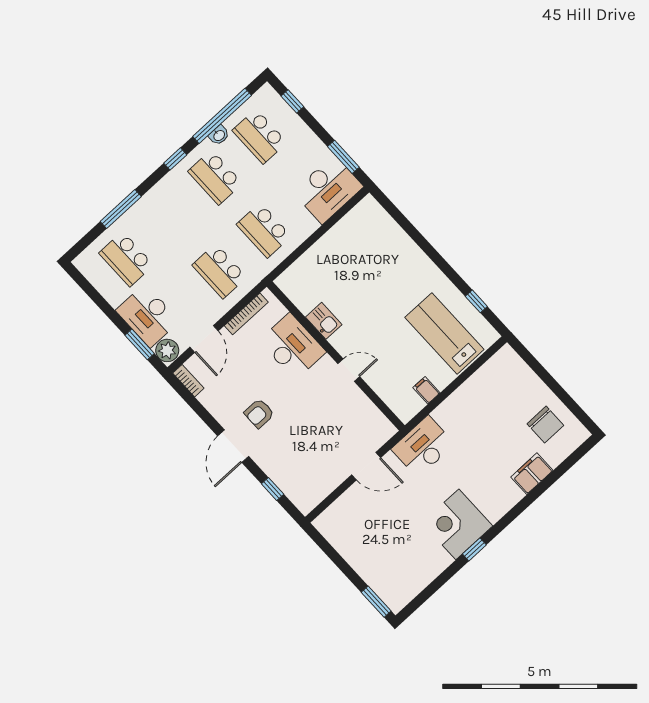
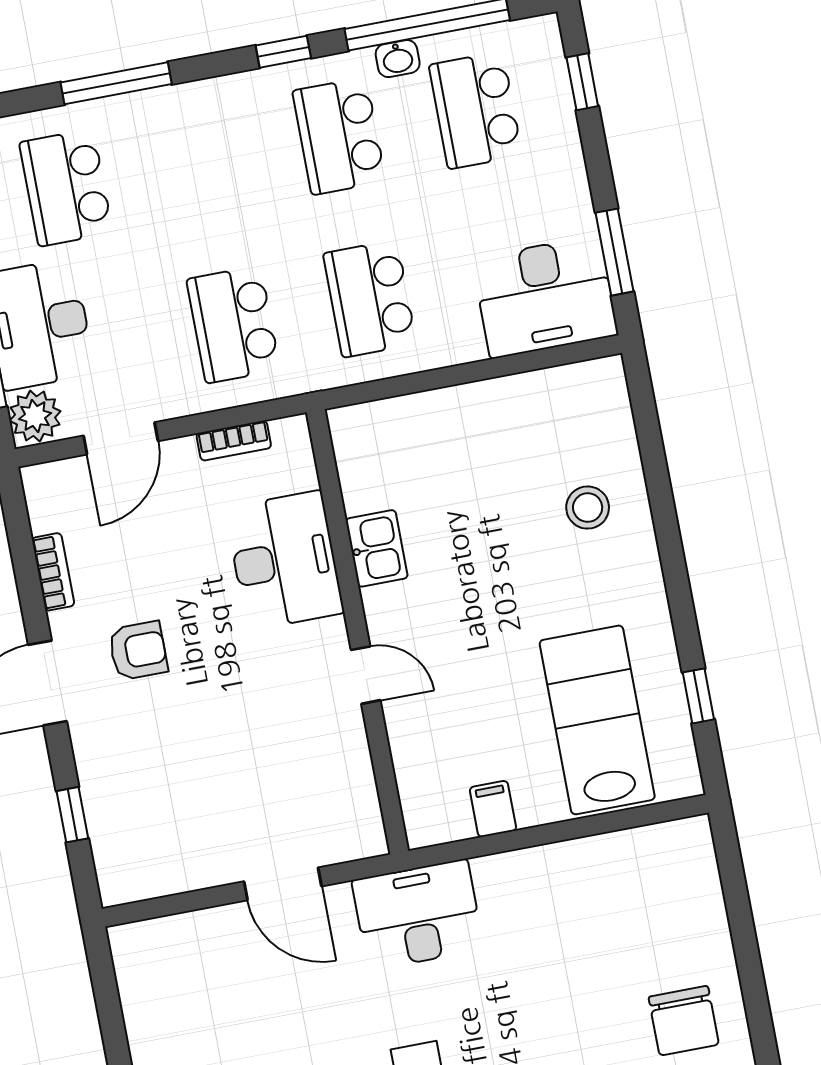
stool: (392, 257) -> (588, 508), added
bookcase: (246, 314) -> (234, 441), width x0.64
bookcase: (188, 381) -> (53, 572), moved
armchair: (259, 413) -> (138, 651), turned 180

